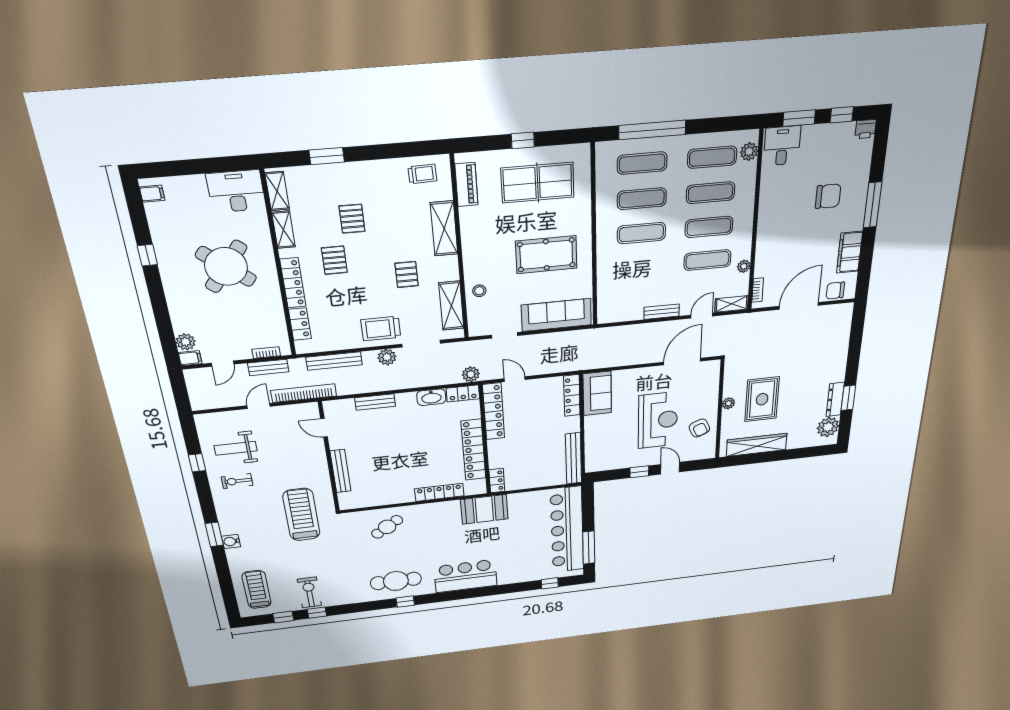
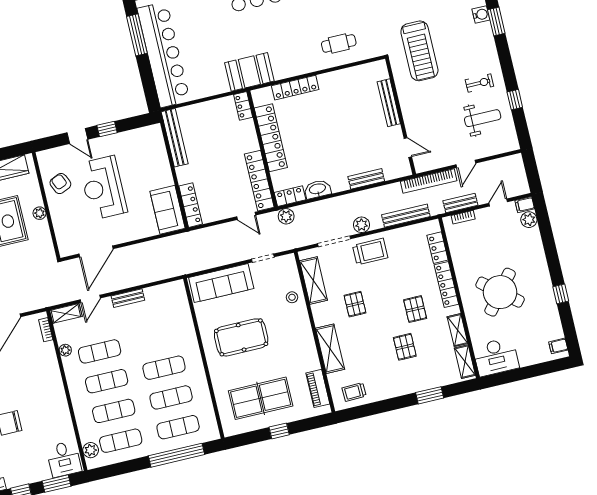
cafe table: (387, 527) -> (339, 43), turned 34

